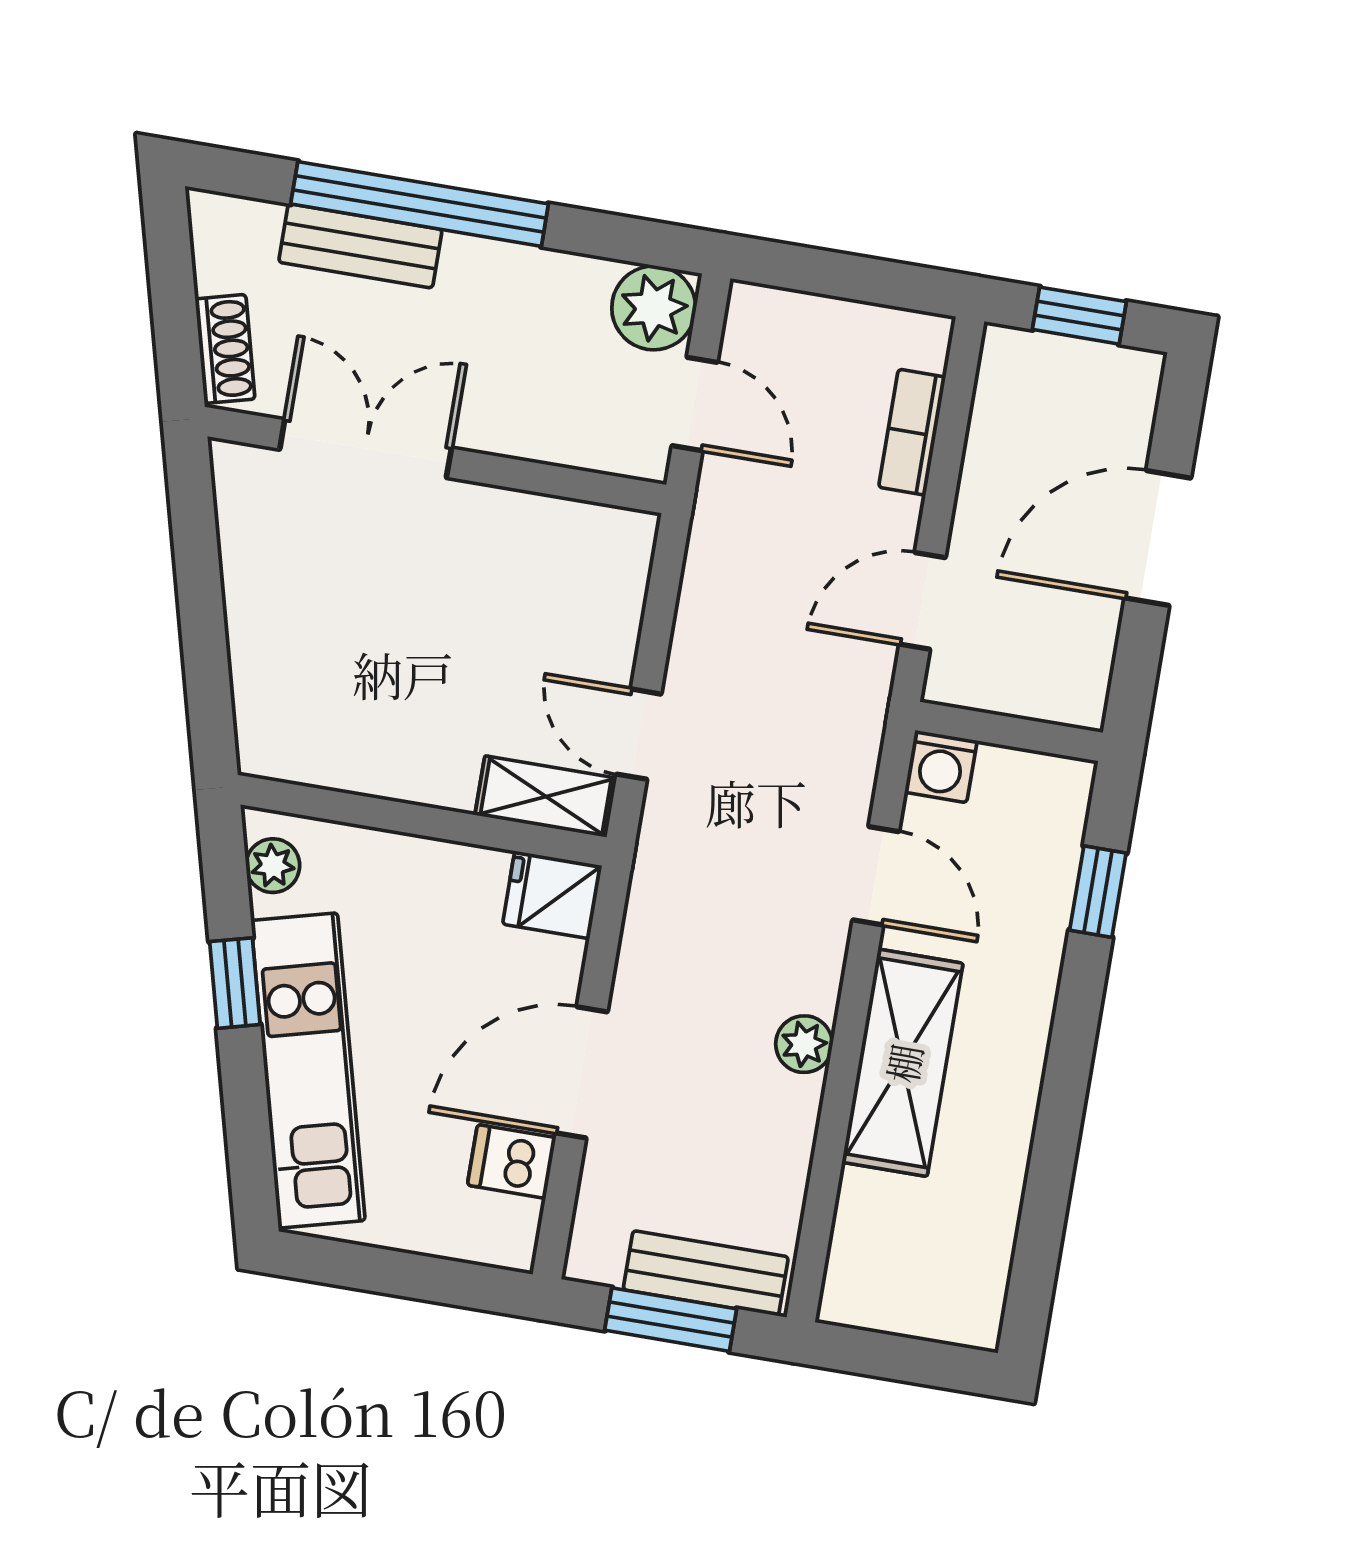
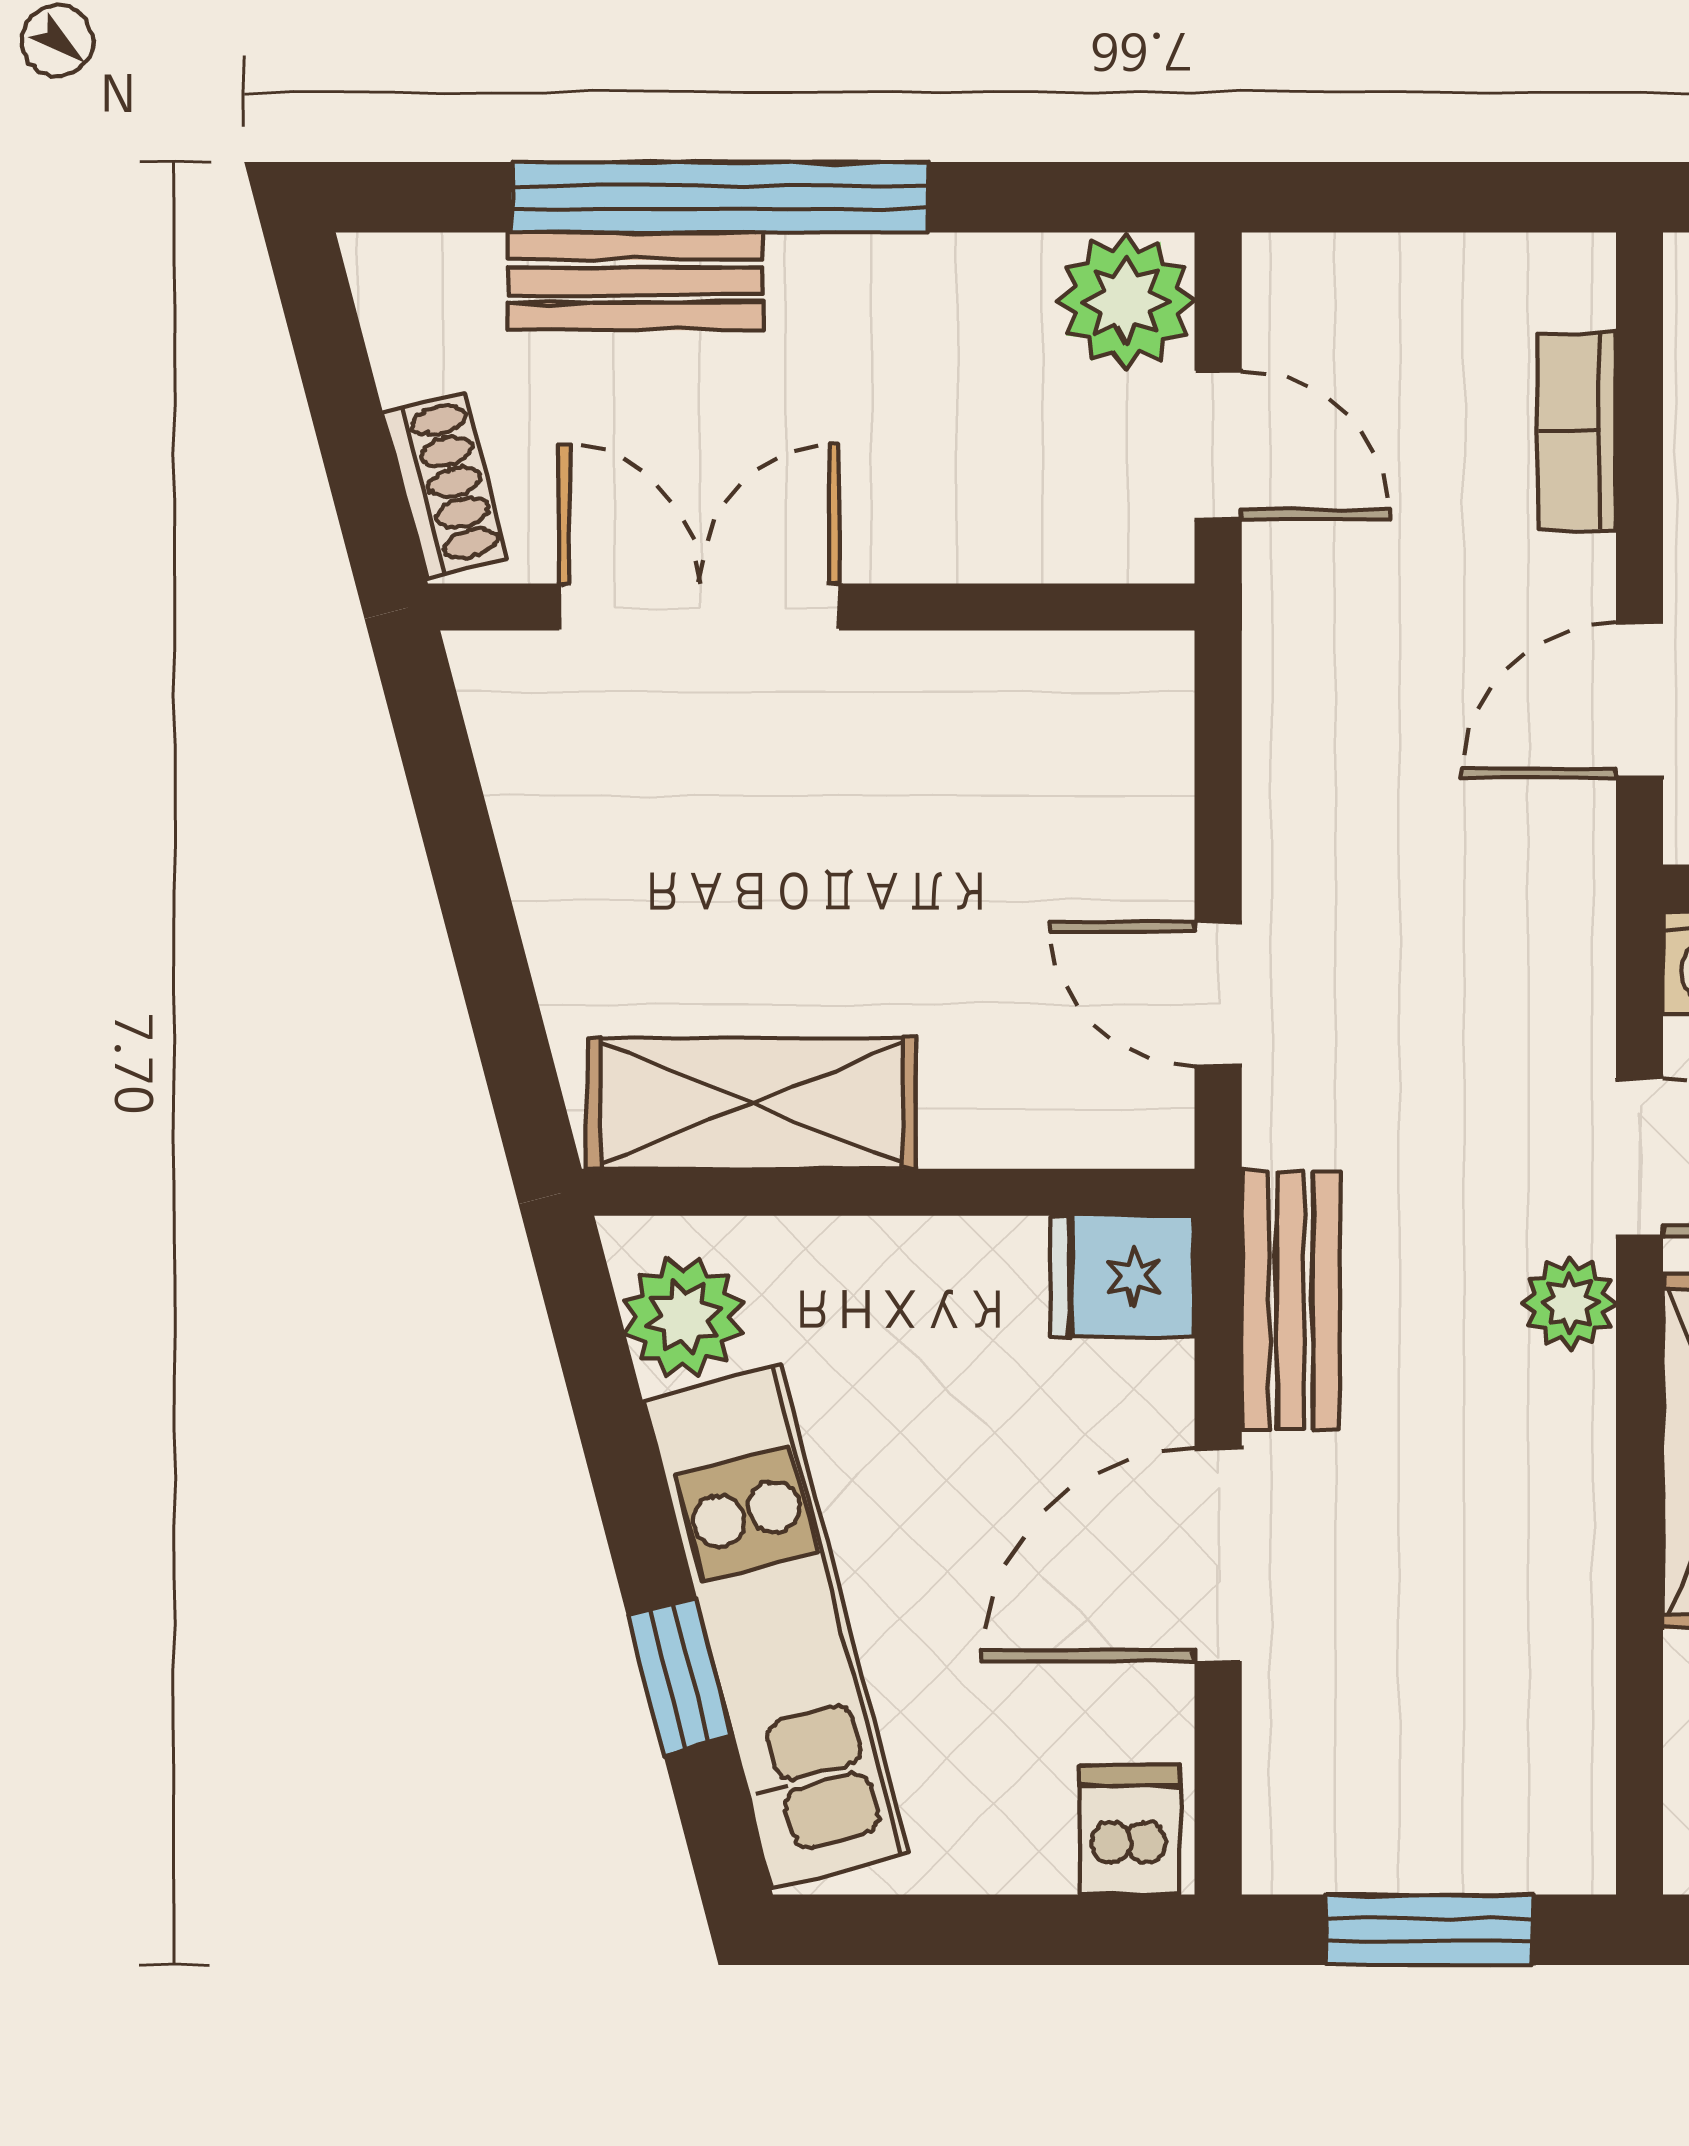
shelving: (546, 797) -> (752, 1103), moved, width x1.50, depth x1.33
plant: (273, 866) -> (683, 1317), width x1.38, depth x1.38
window: (235, 983) -> (679, 1677), moved
plant: (804, 1044) -> (1570, 1303), moved
dishwasher: (512, 1161) -> (1130, 1829), moved, turned 90
bench: (706, 1273) -> (1291, 1300), moved, turned 90

